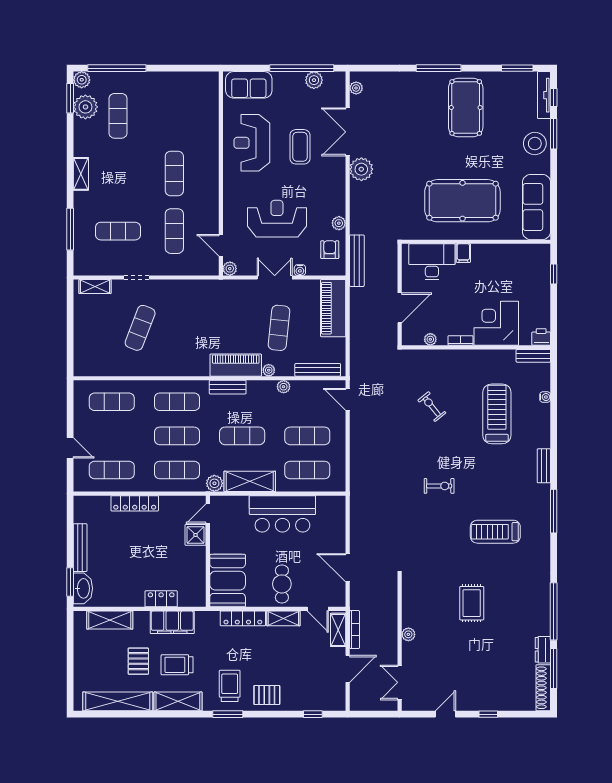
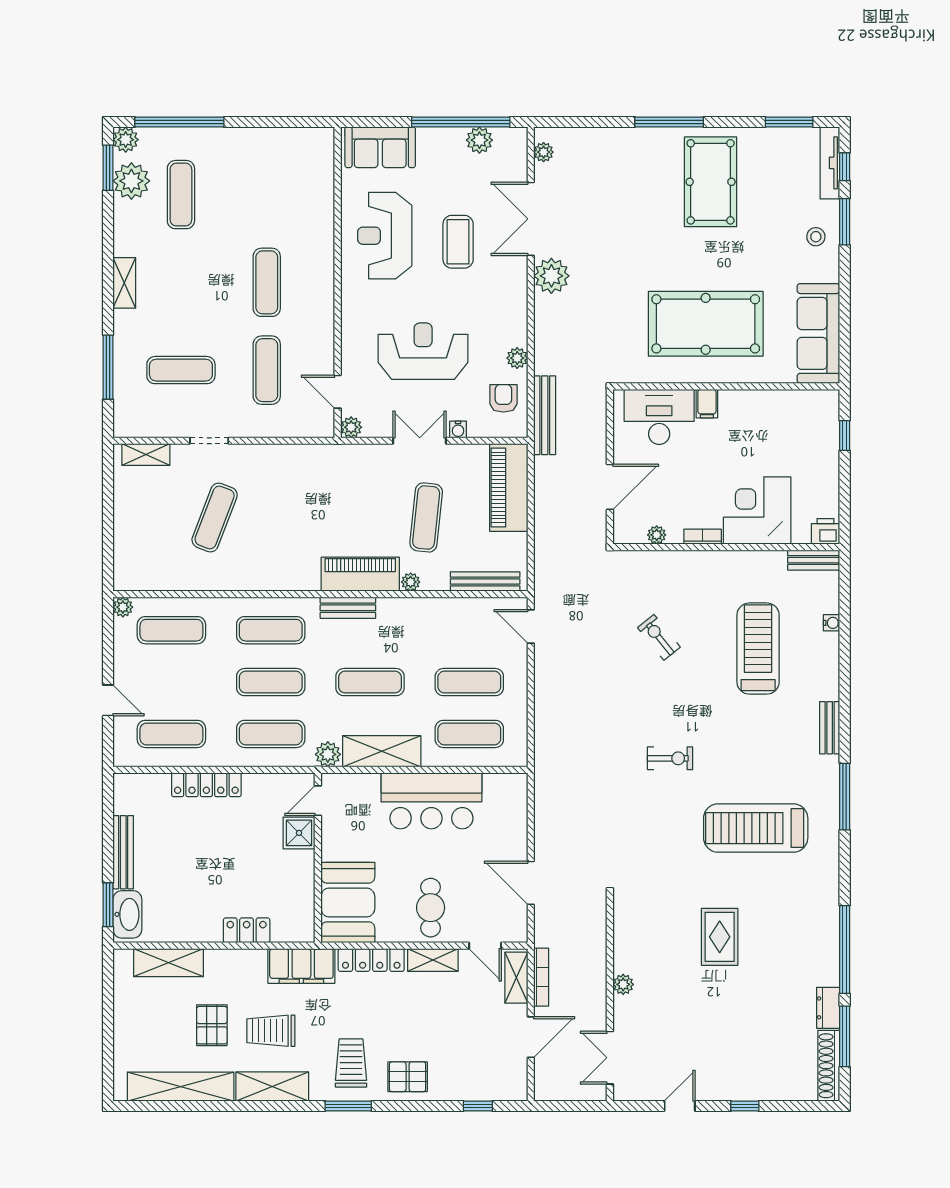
stool: (535, 143) -> (816, 237), width x0.53, depth x0.53
plant: (284, 387) -> (123, 607), moved
treadmill: (495, 532) -> (756, 828), width x1.37, depth x1.38
filing cabinet: (172, 622) -> (301, 966), moved

